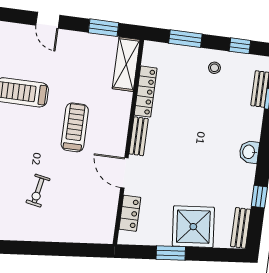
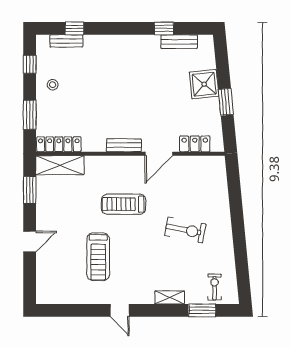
locker: (146, 92) -> (59, 144), moved
washbasin: (249, 152) -> (125, 43), removed
exercise bike: (38, 191) -> (185, 230), width x1.38, depth x1.39
shower: (193, 227) -> (204, 84), width x0.73, depth x0.73
bench: (241, 228) -> (179, 42), moved

